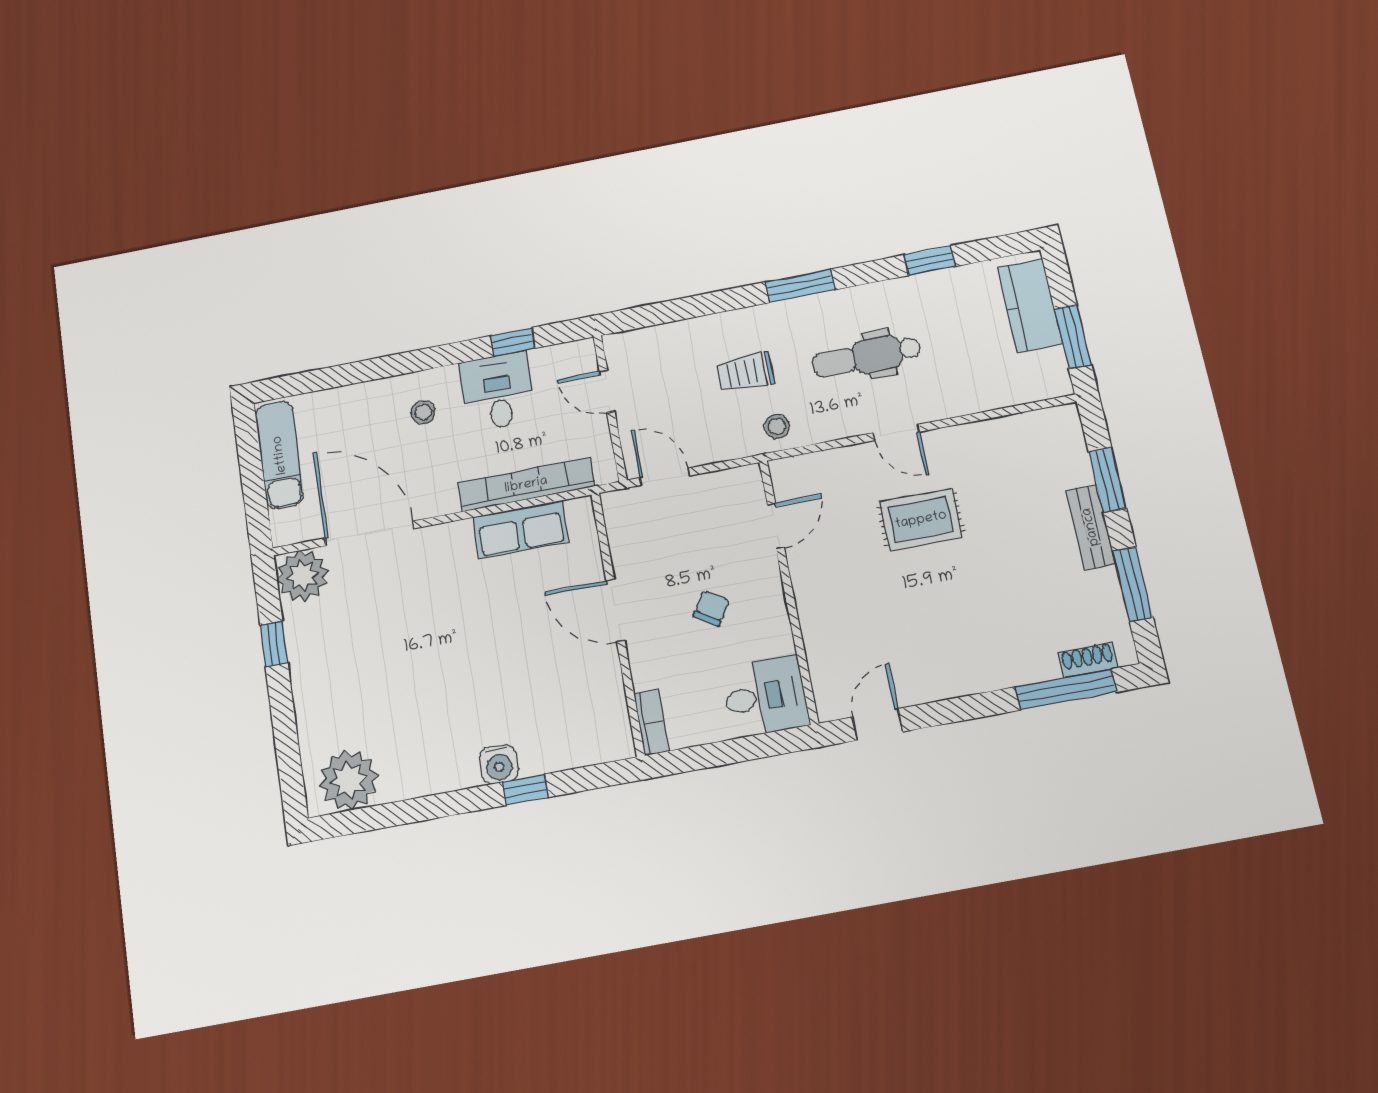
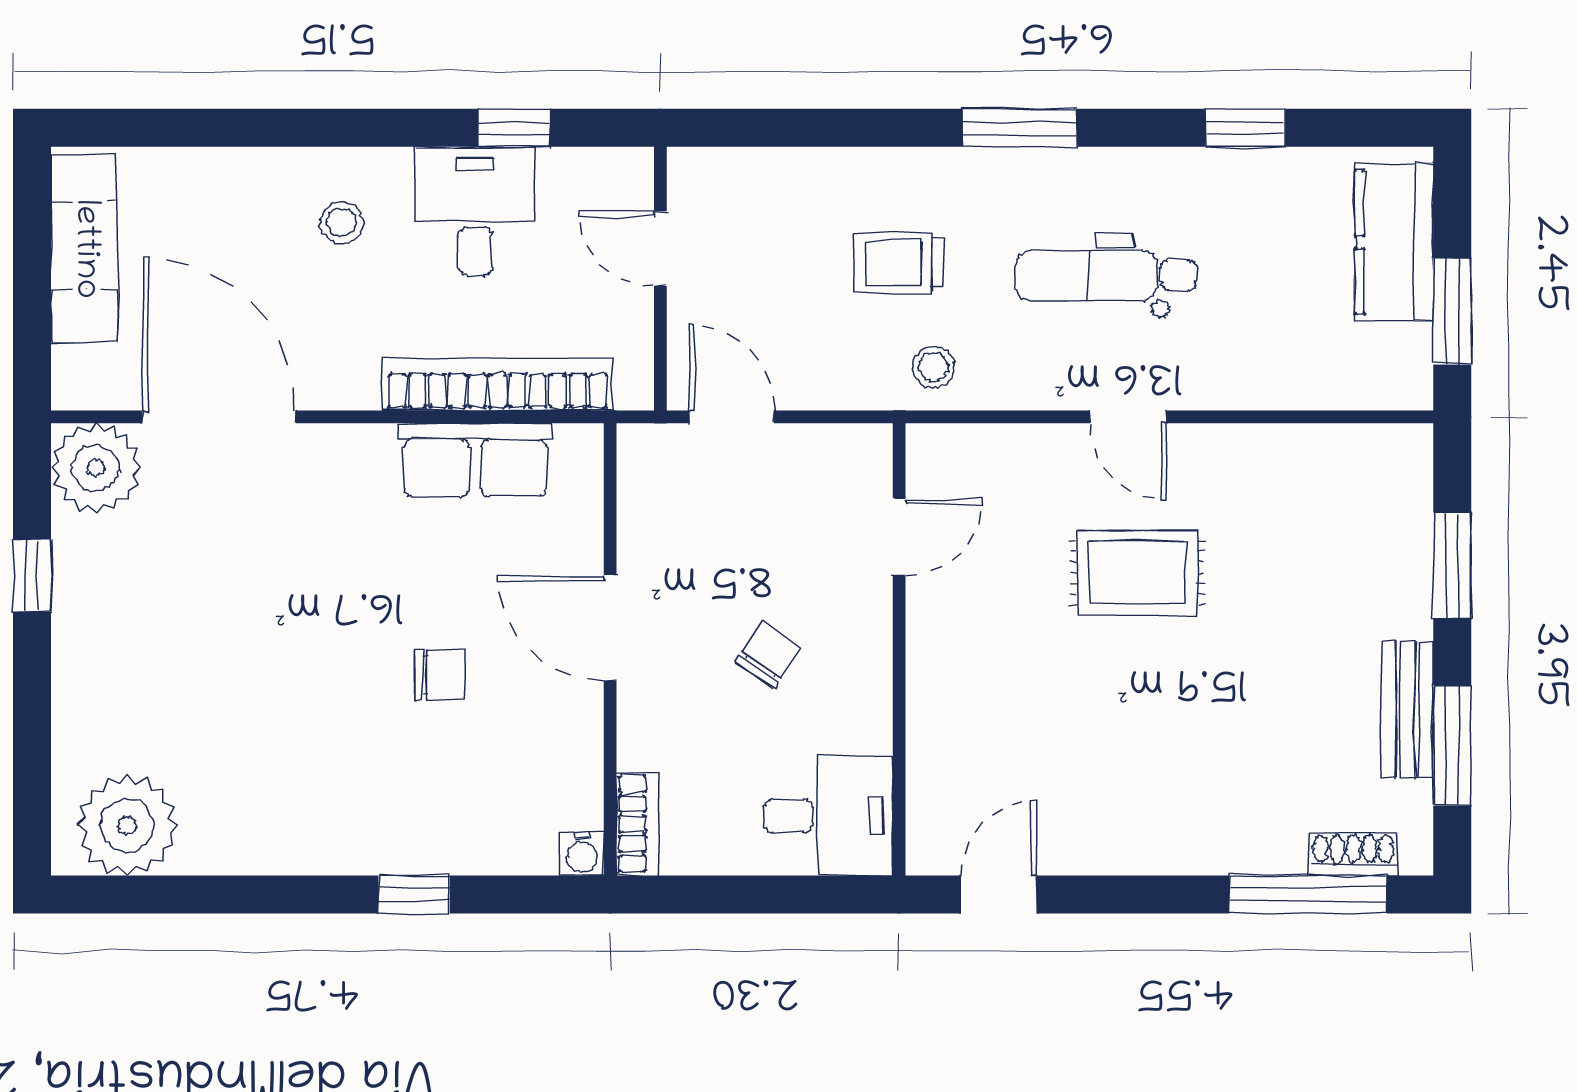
bench: (1091, 527) -> (1407, 710), moved
chair: (520, 657) -> (440, 675), added
water cooler: (499, 764) -> (582, 853), moved, width x0.72, depth x0.72

